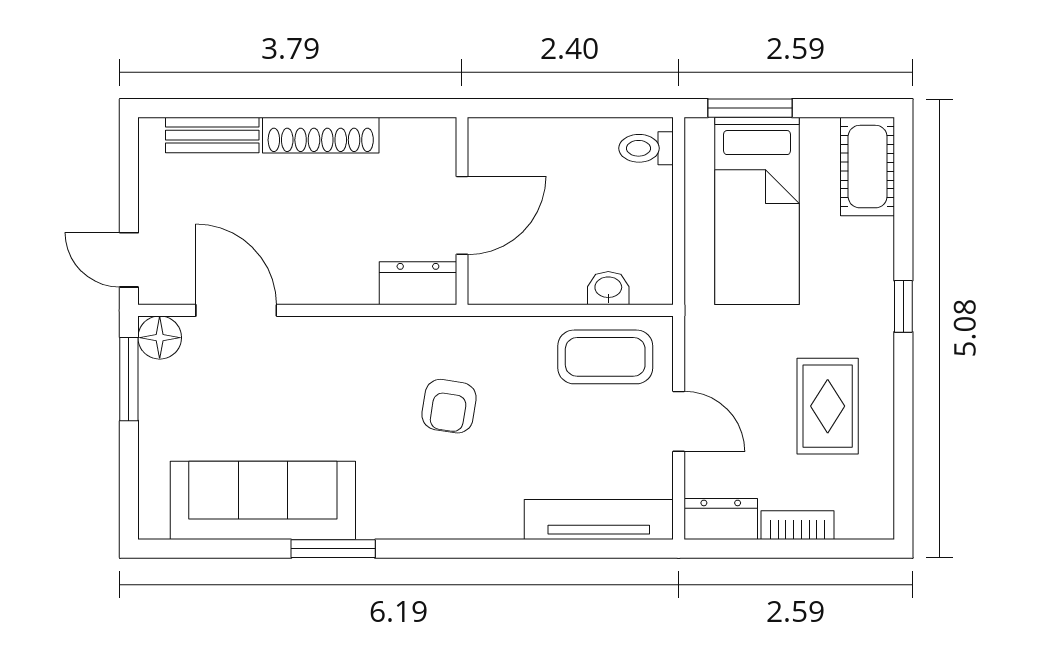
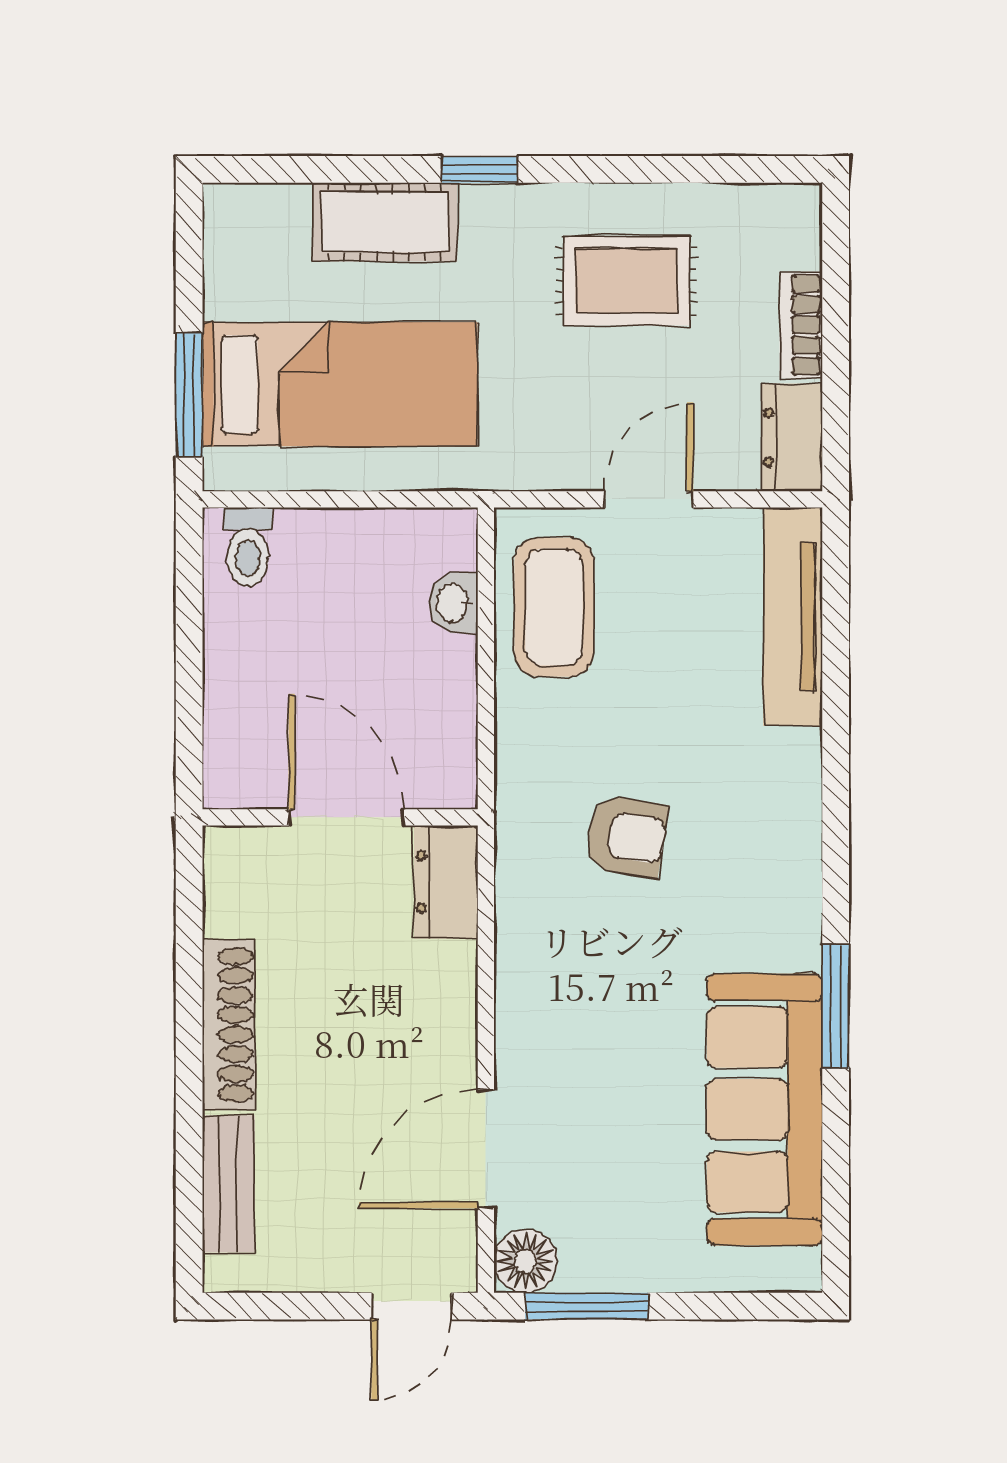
cot: (868, 167) -> (385, 222), moved

